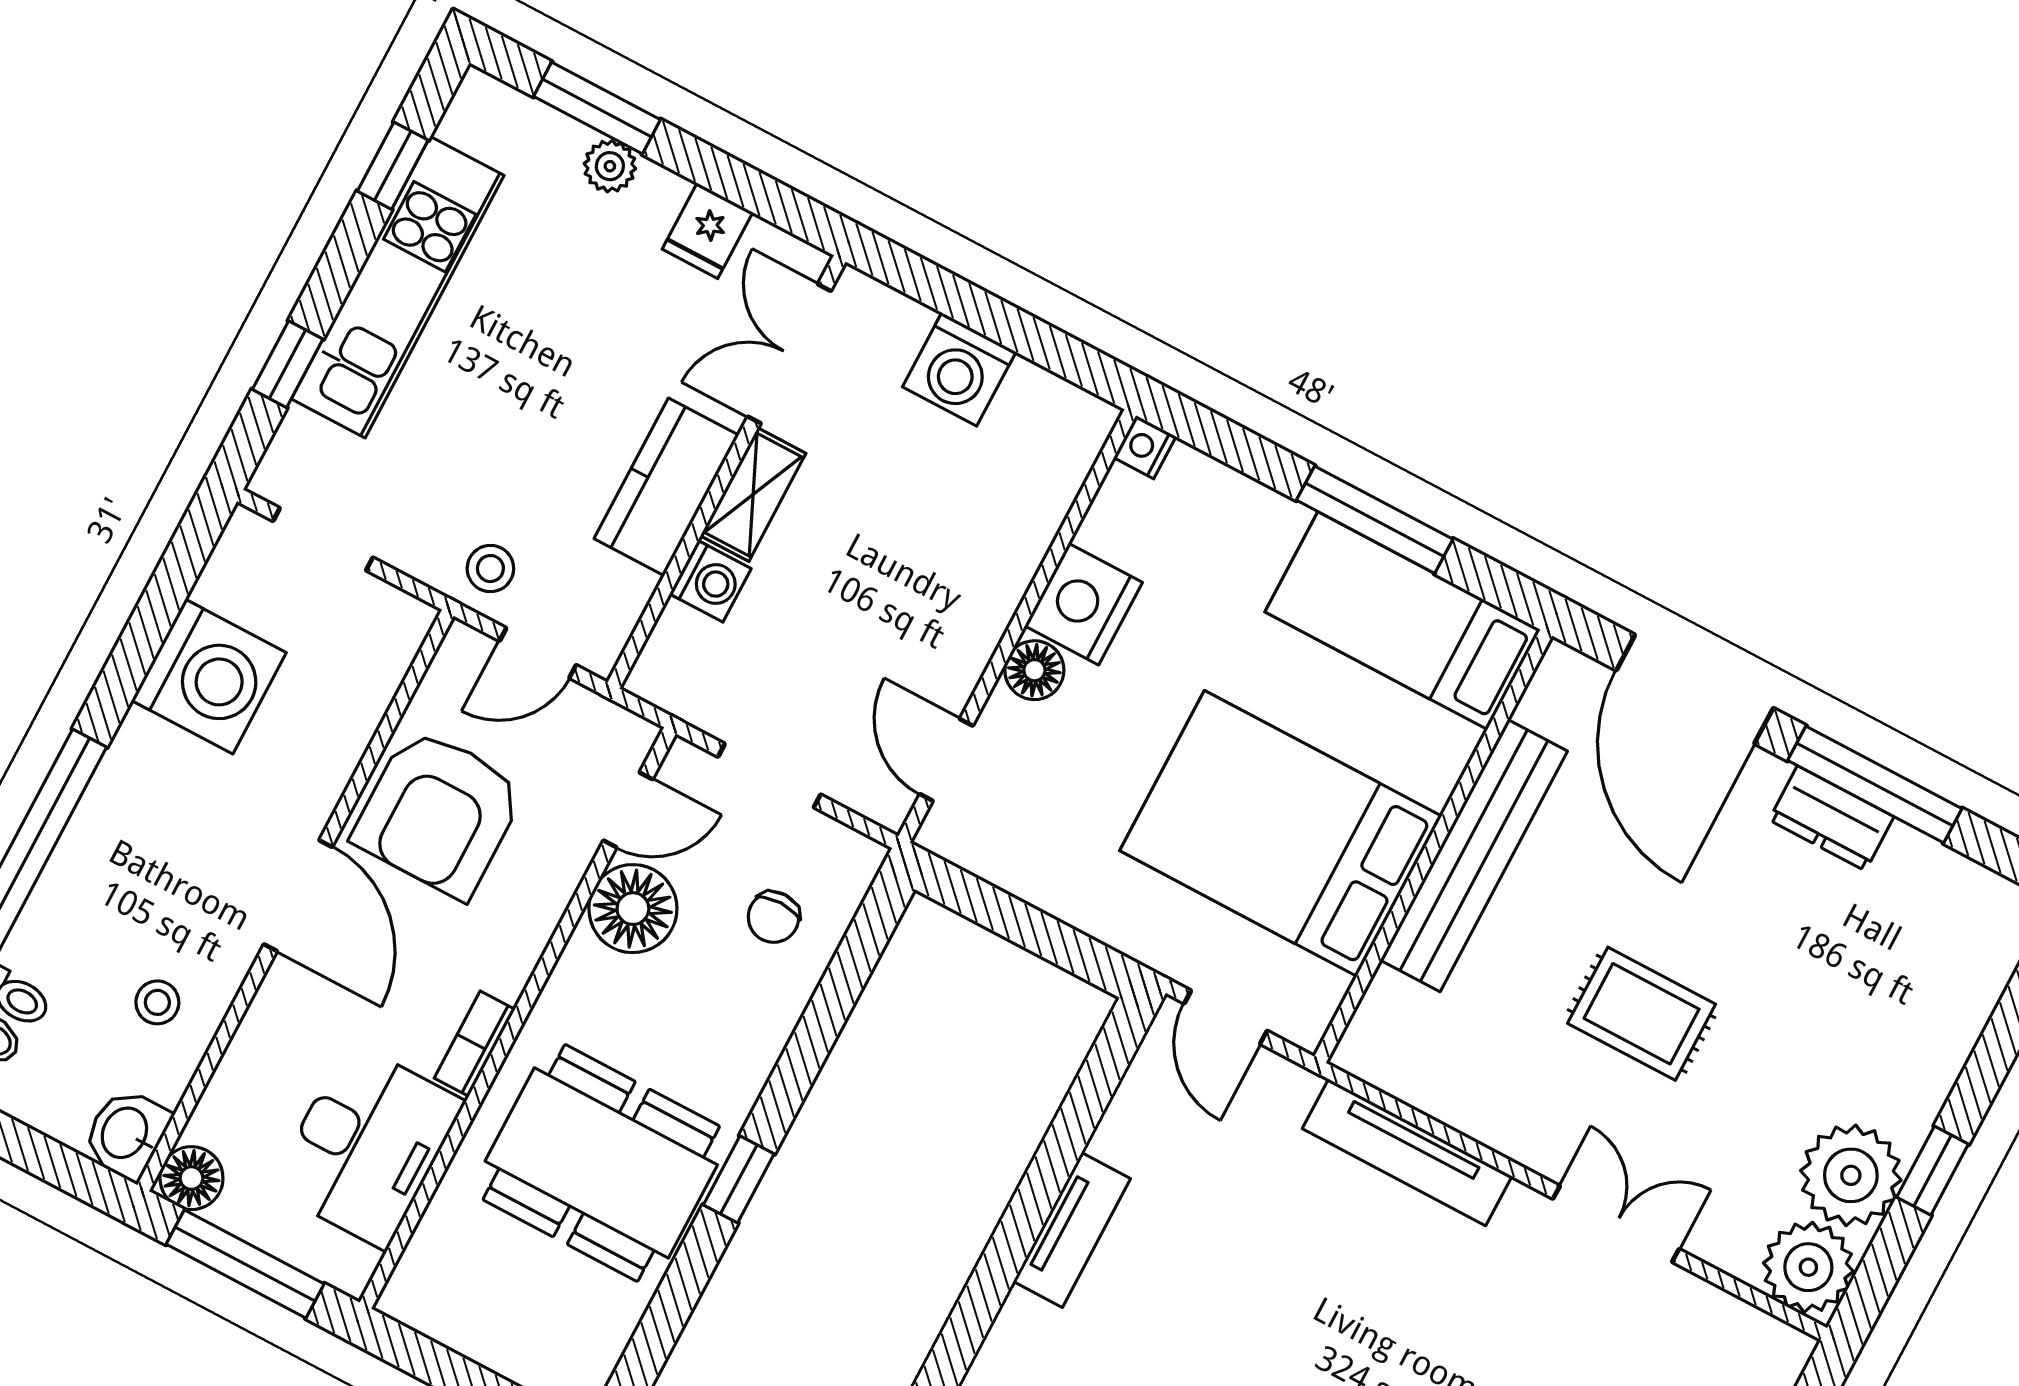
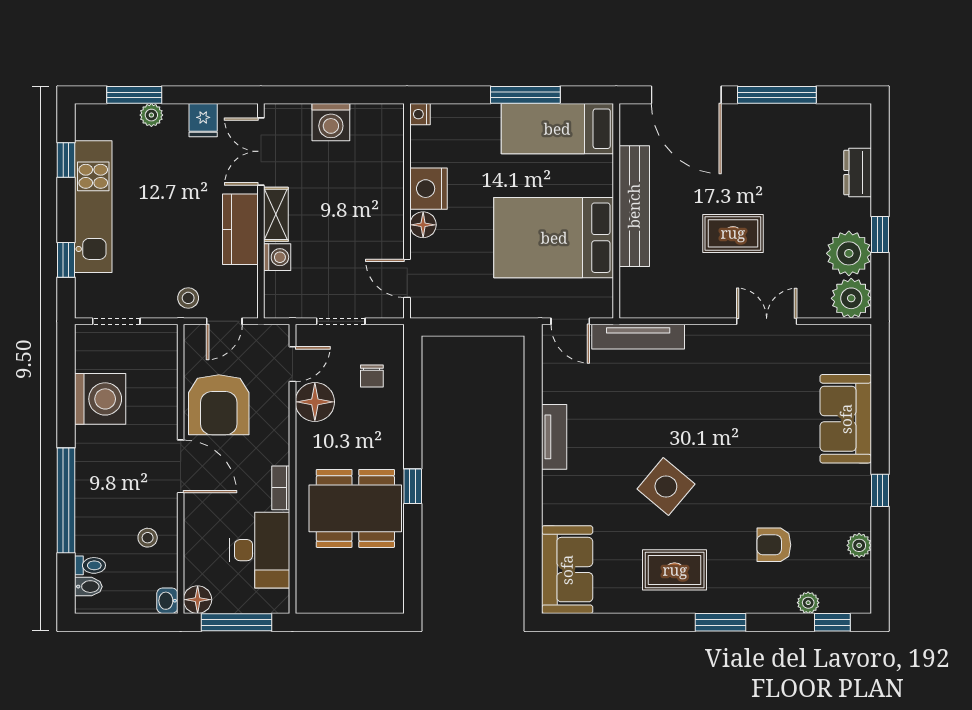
dresser: (1831, 818) -> (858, 173), moved, turned 90
washbasin: (126, 1134) -> (167, 601), width x0.72, depth x0.69
tv unit: (1407, 1152) -> (638, 337), moved

